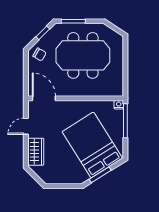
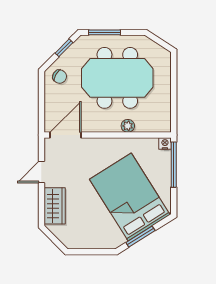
plant: (91, 91) -> (128, 126), added
door: (44, 98) -> (66, 135), hinge flipped

